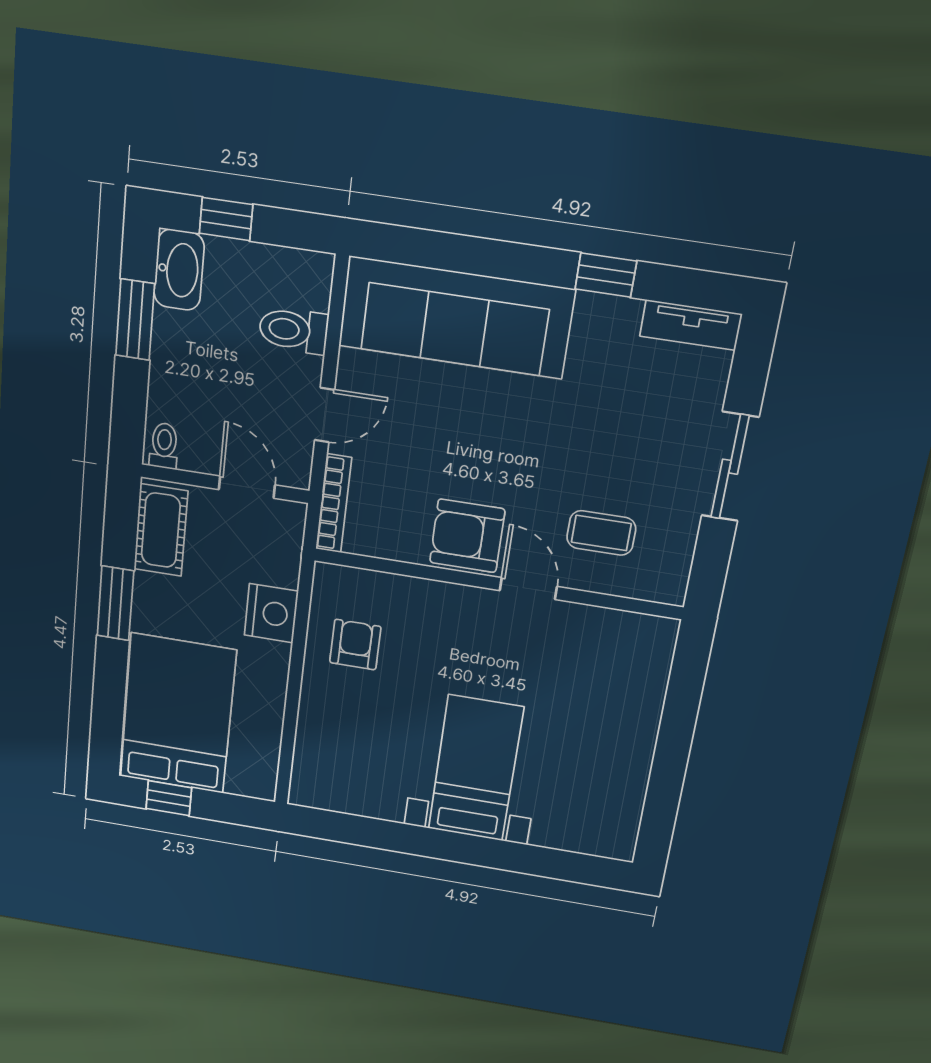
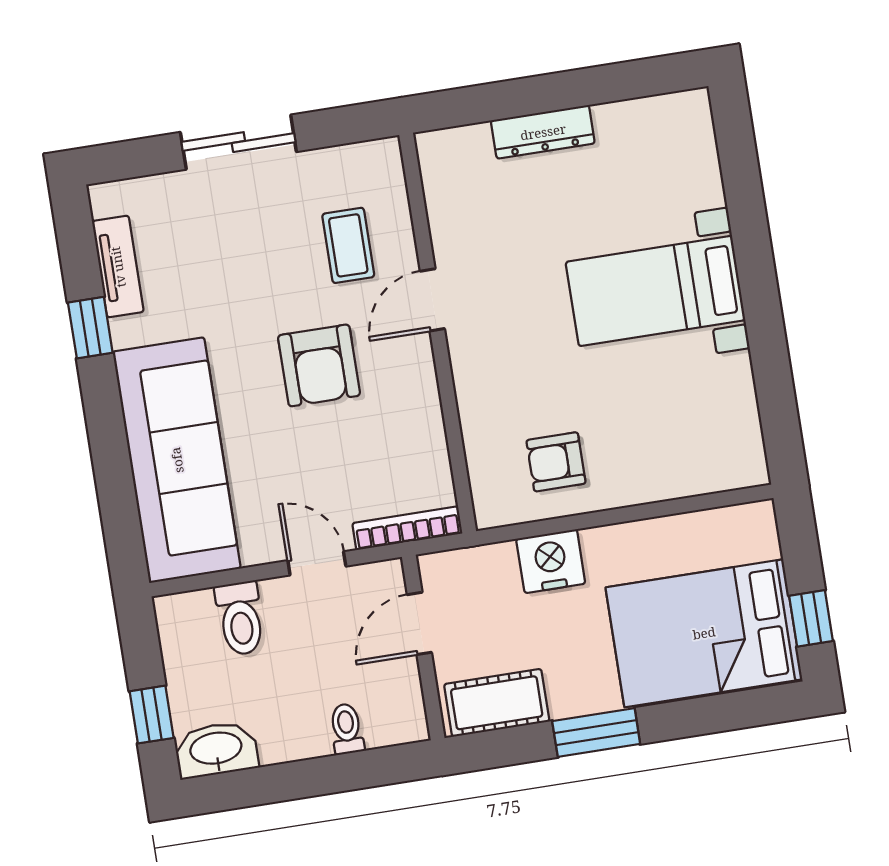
window: (135, 320) -> (280, 783), removed
tv unit: (691, 325) -> (118, 267), moved
toilet: (164, 446) -> (347, 729), moved, turned 90
armchair: (467, 536) -> (319, 365), moved
dresser: (643, 724) -> (543, 132), added

